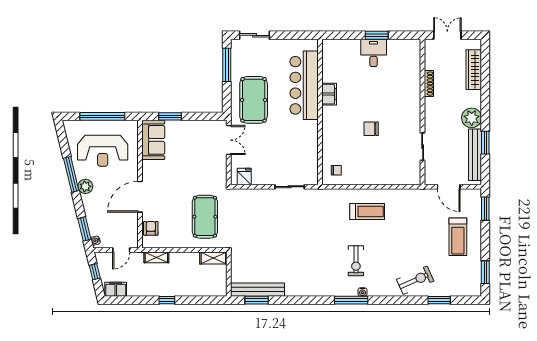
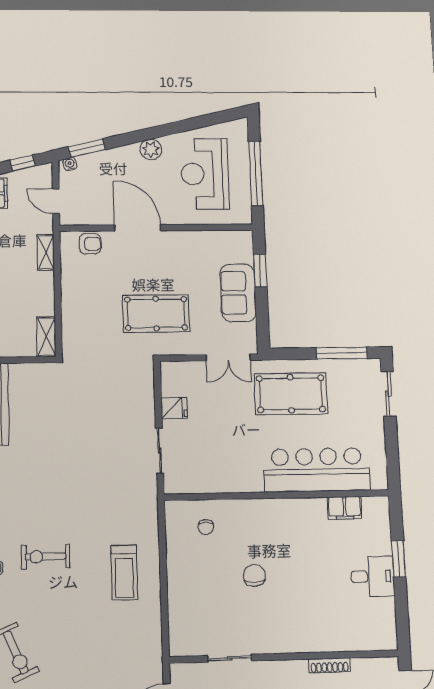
window: (377, 35) -> (399, 559), moved
filing cabinet: (329, 94) -> (345, 508), moved
sofa: (153, 140) -> (238, 293), moved, turned 90
chair: (336, 170) -> (206, 527), moved
window: (71, 174) -> (168, 129), removed
fridge: (244, 176) -> (174, 408), moved
pool table: (205, 217) -> (156, 314), moved

